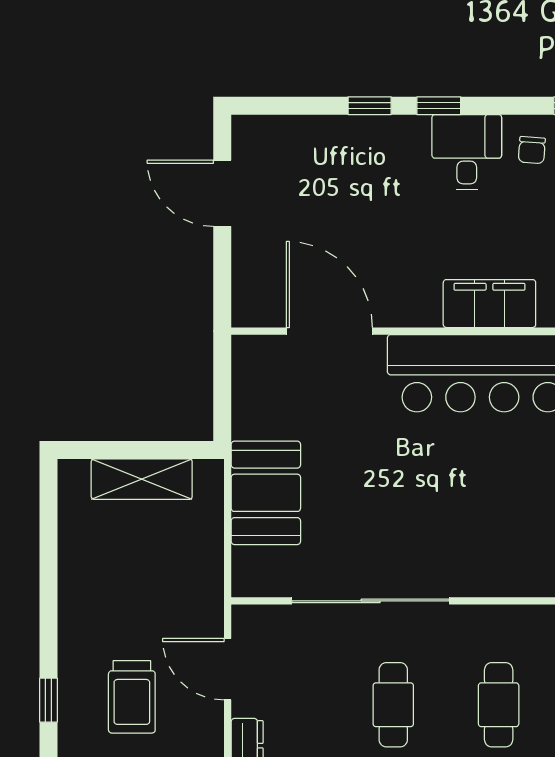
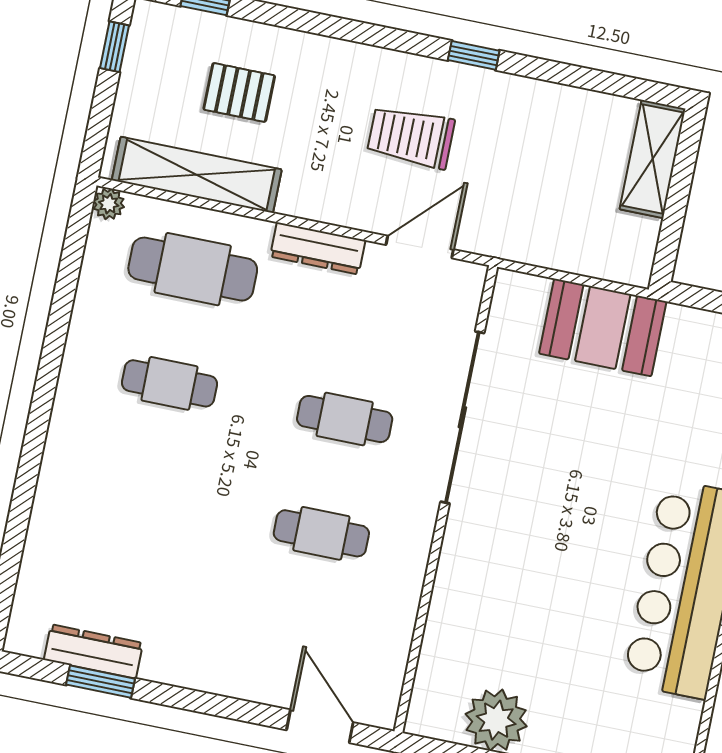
shelving: (142, 479) -> (653, 159), moved
window: (48, 700) -> (474, 55), moved

